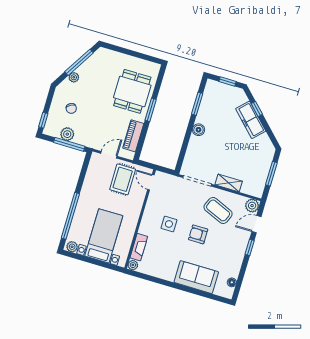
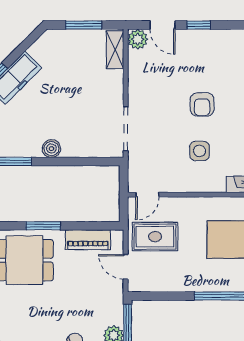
shelving: (229, 183) -> (115, 50), moved
coffee table: (218, 210) -> (159, 86), removed

